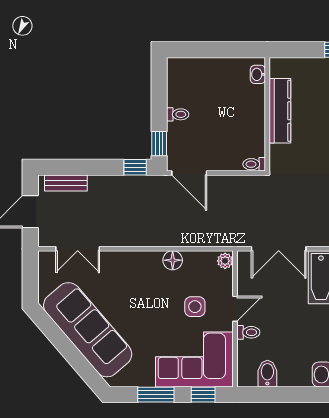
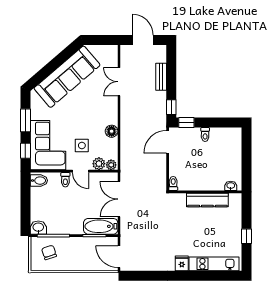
bench: (66, 183) -> (161, 77), moved
double door: (78, 249) -> (119, 82), moved
plant: (223, 280) -> (99, 164), added
bidet: (267, 374) -> (39, 181), moved

